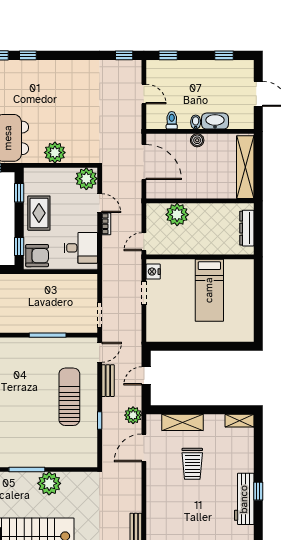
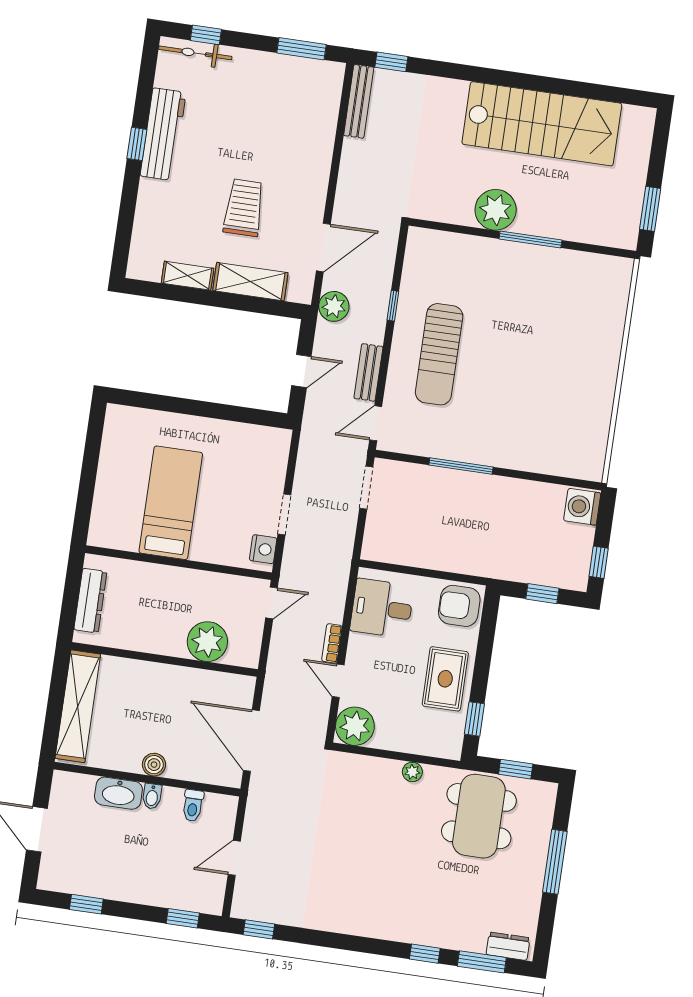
door: (144, 94) -> (234, 858), hinge flipped
plant: (55, 153) -> (412, 772), width x0.53, depth x0.53
window: (19, 247) -> (488, 626), removed
shelving: (240, 421) -> (188, 276), moved

